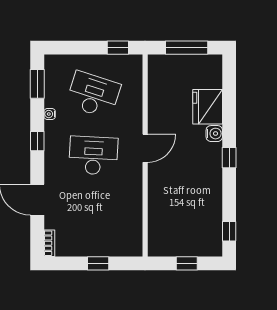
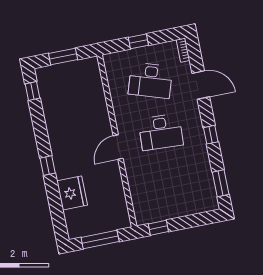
desk: (93, 95) -> (150, 80), moved
water cooler: (50, 114) -> (205, 160), removed
water cooler: (214, 134) -> (62, 171), removed
window: (229, 158) -> (48, 166), moved
window: (187, 263) -> (63, 57), width x1.50

